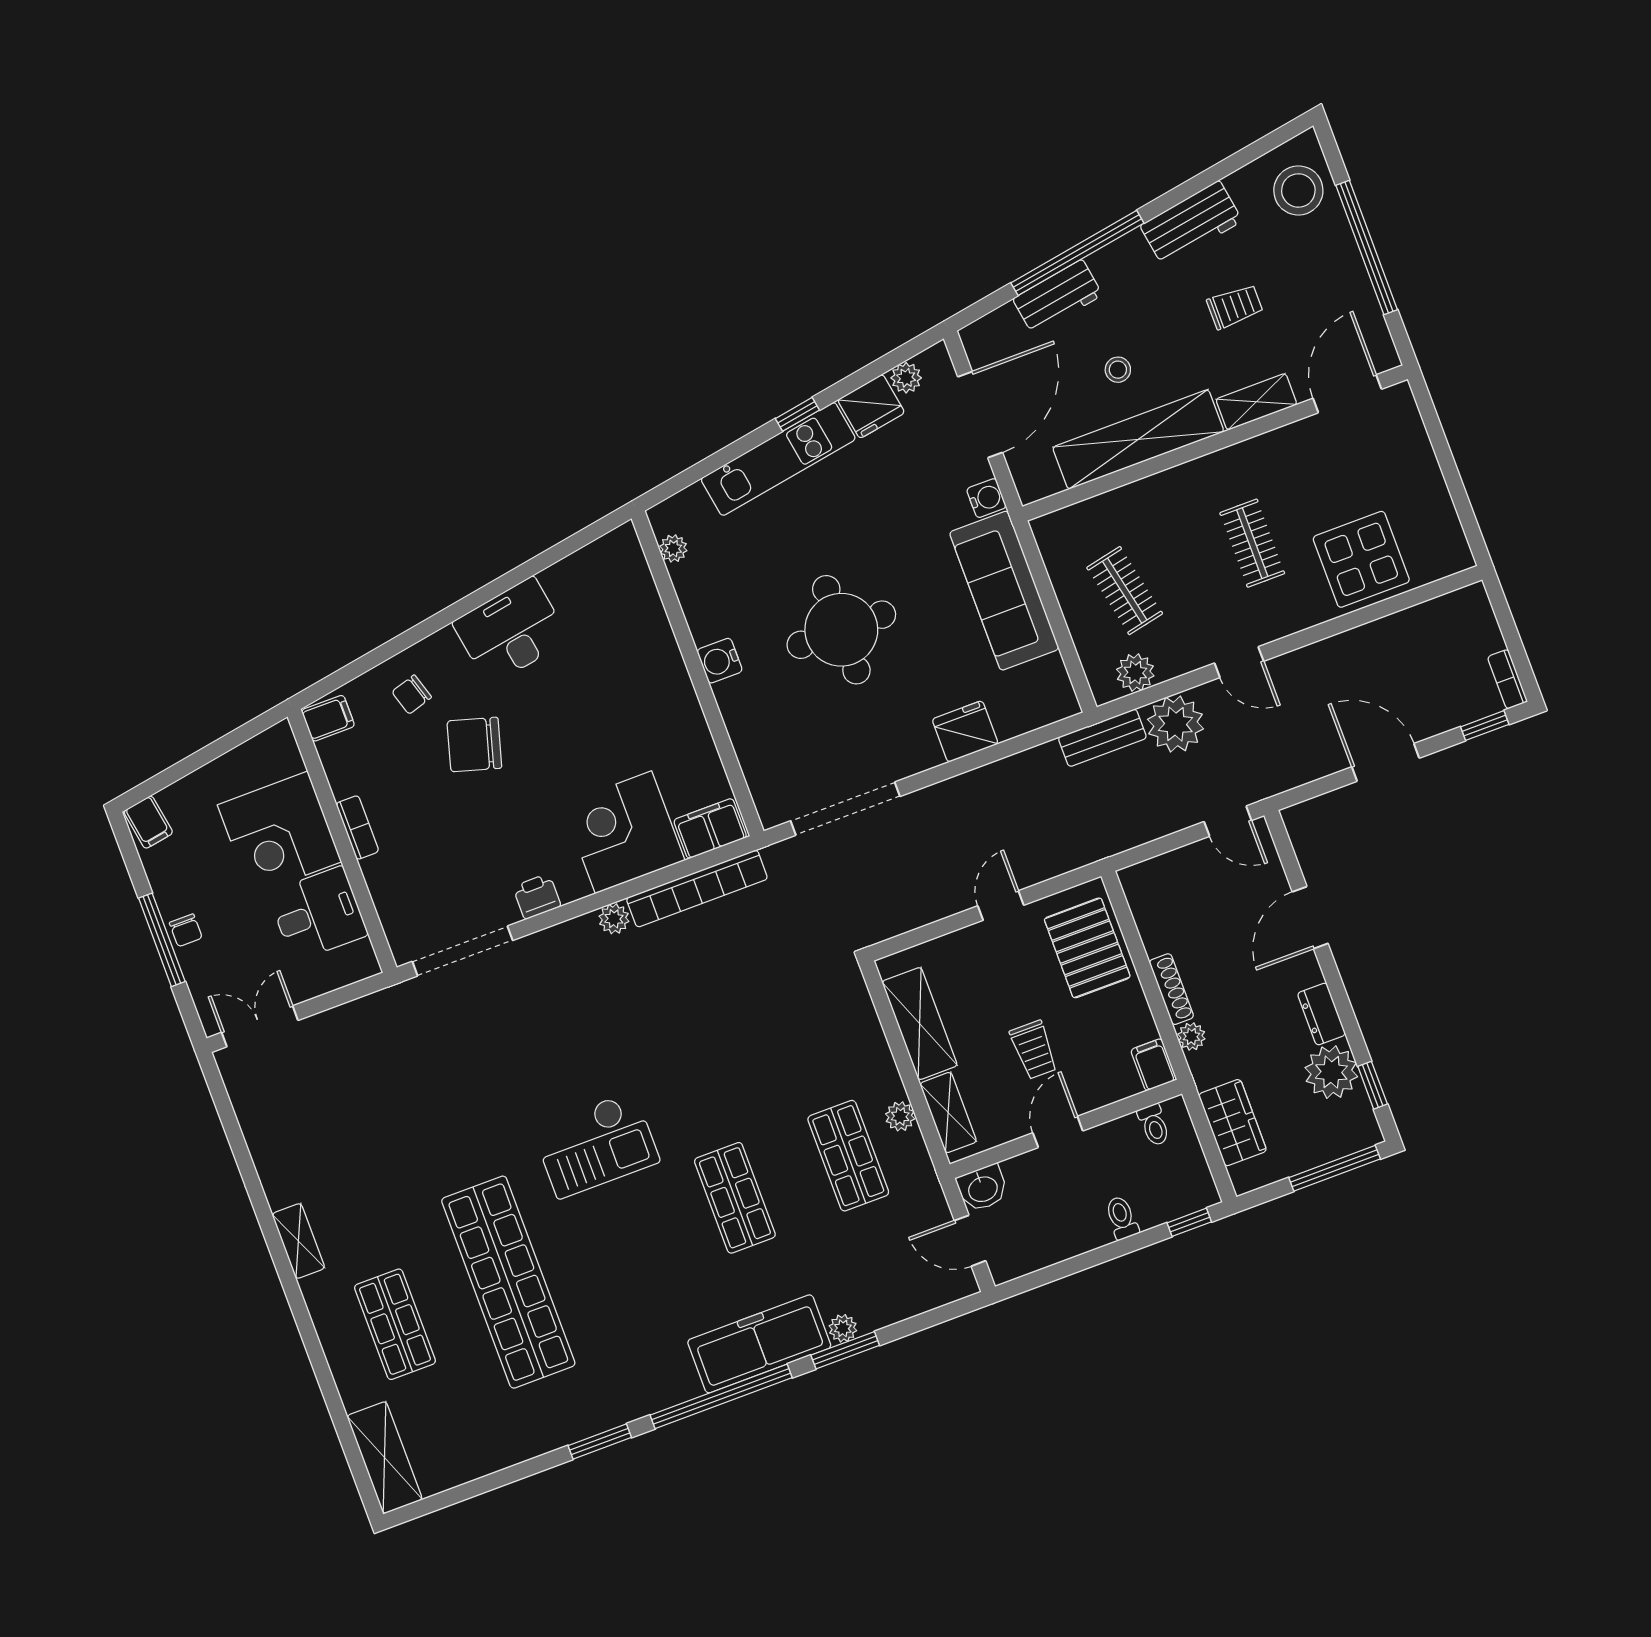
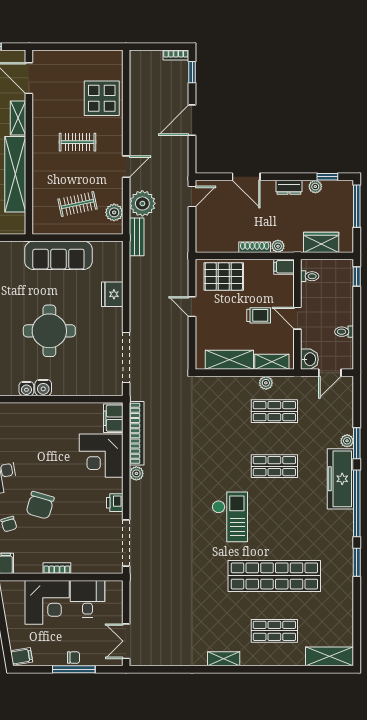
water cooler: (986, 498) -> (26, 389), moved, turned 180
plant: (1331, 1072) -> (315, 187), width x0.53, depth x0.53
toilet: (1122, 1218) -> (344, 332), moved

